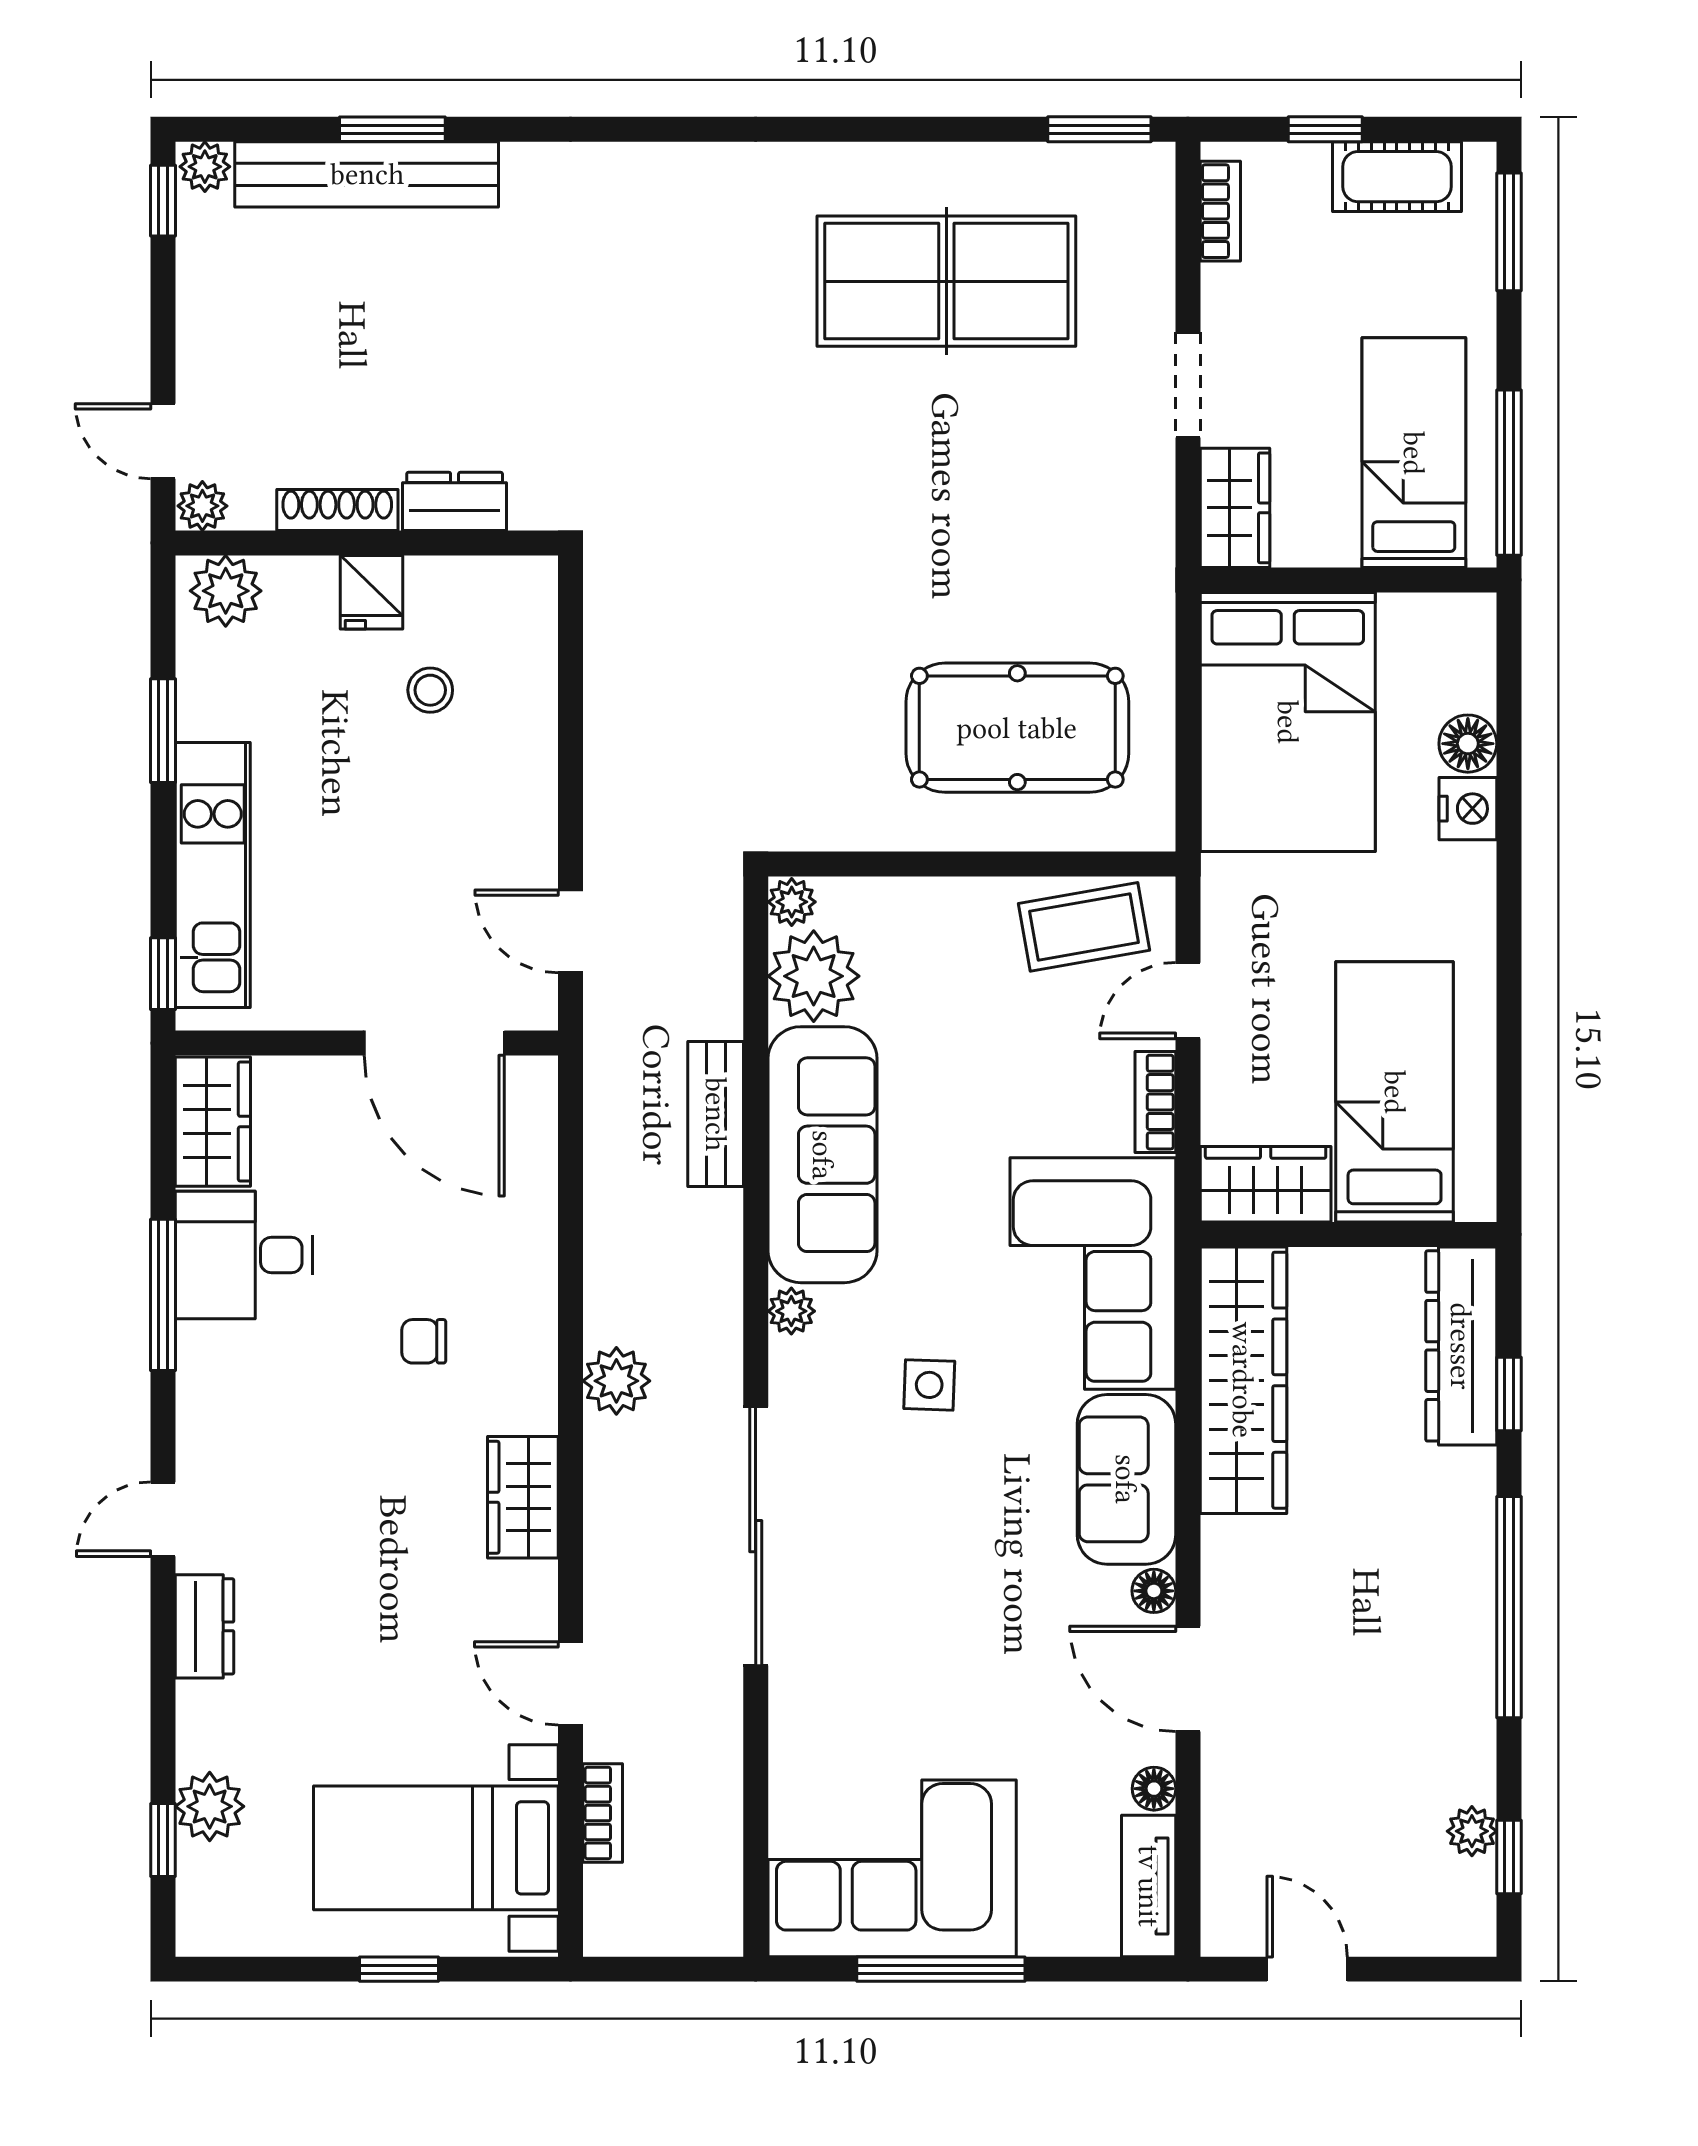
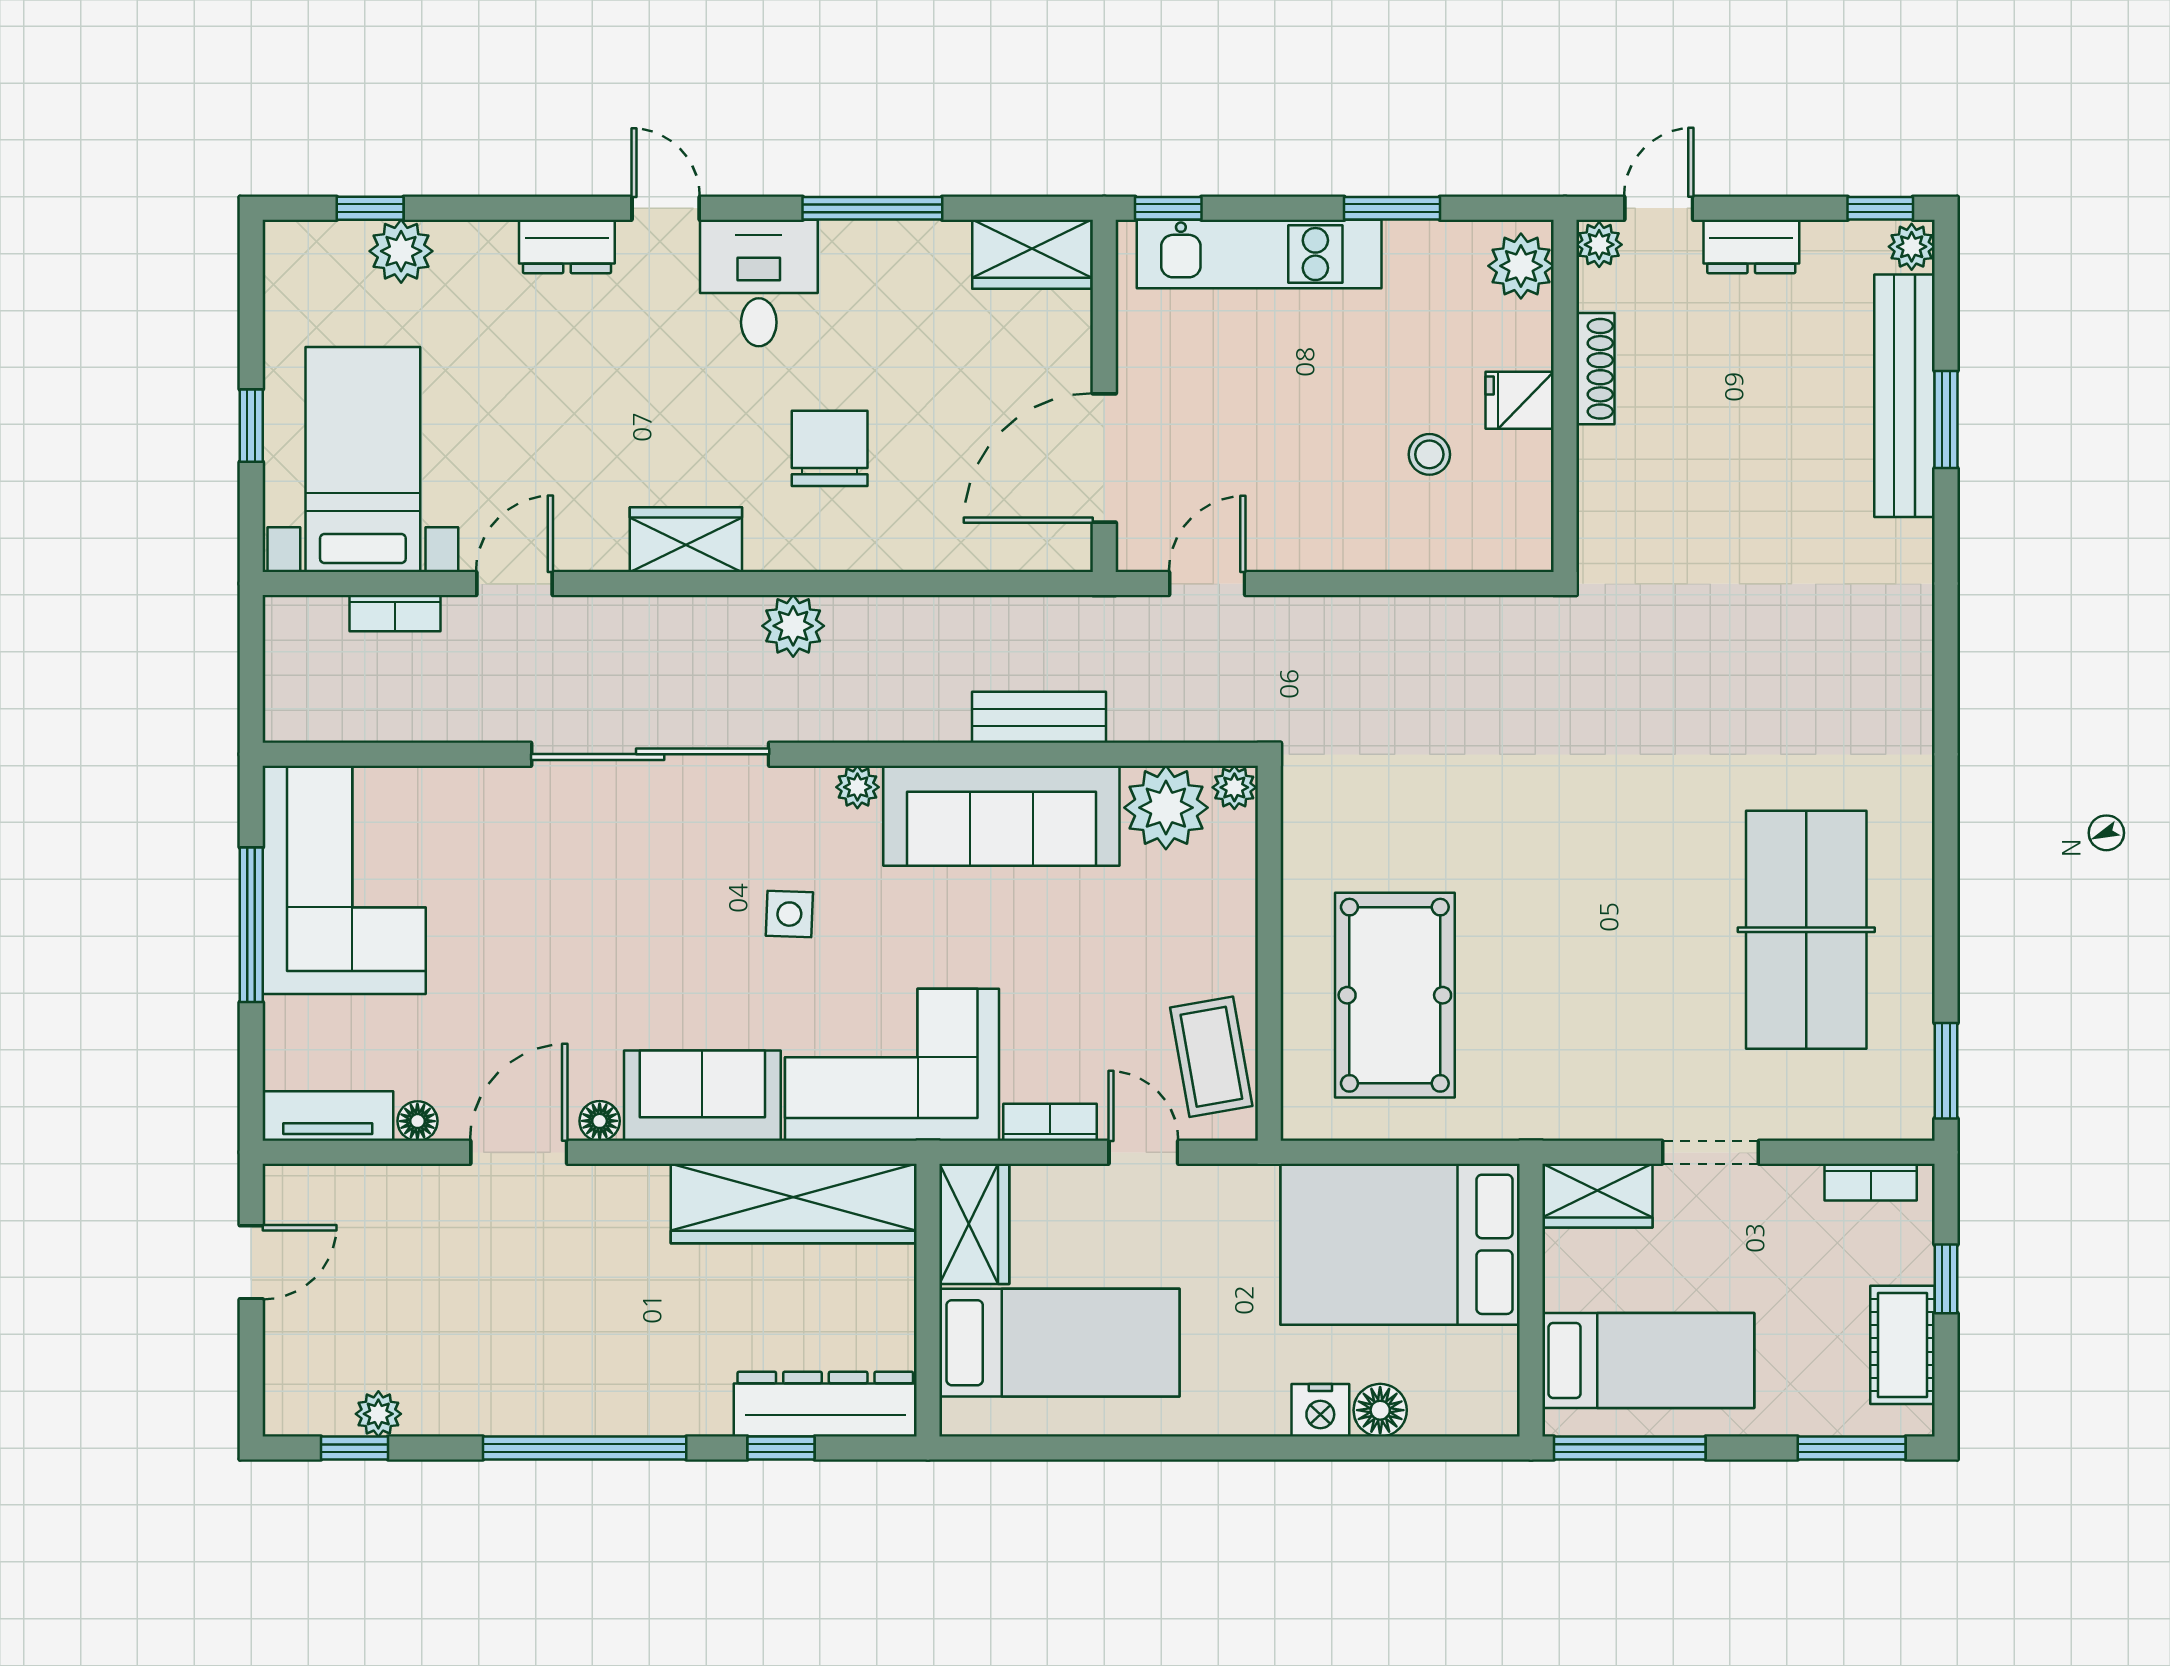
dresser: (455, 501) -> (1751, 246), moved, turned 90
desk: (244, 1255) -> (759, 283), moved
chair: (424, 1341) -> (830, 448), width x1.87, depth x1.87

